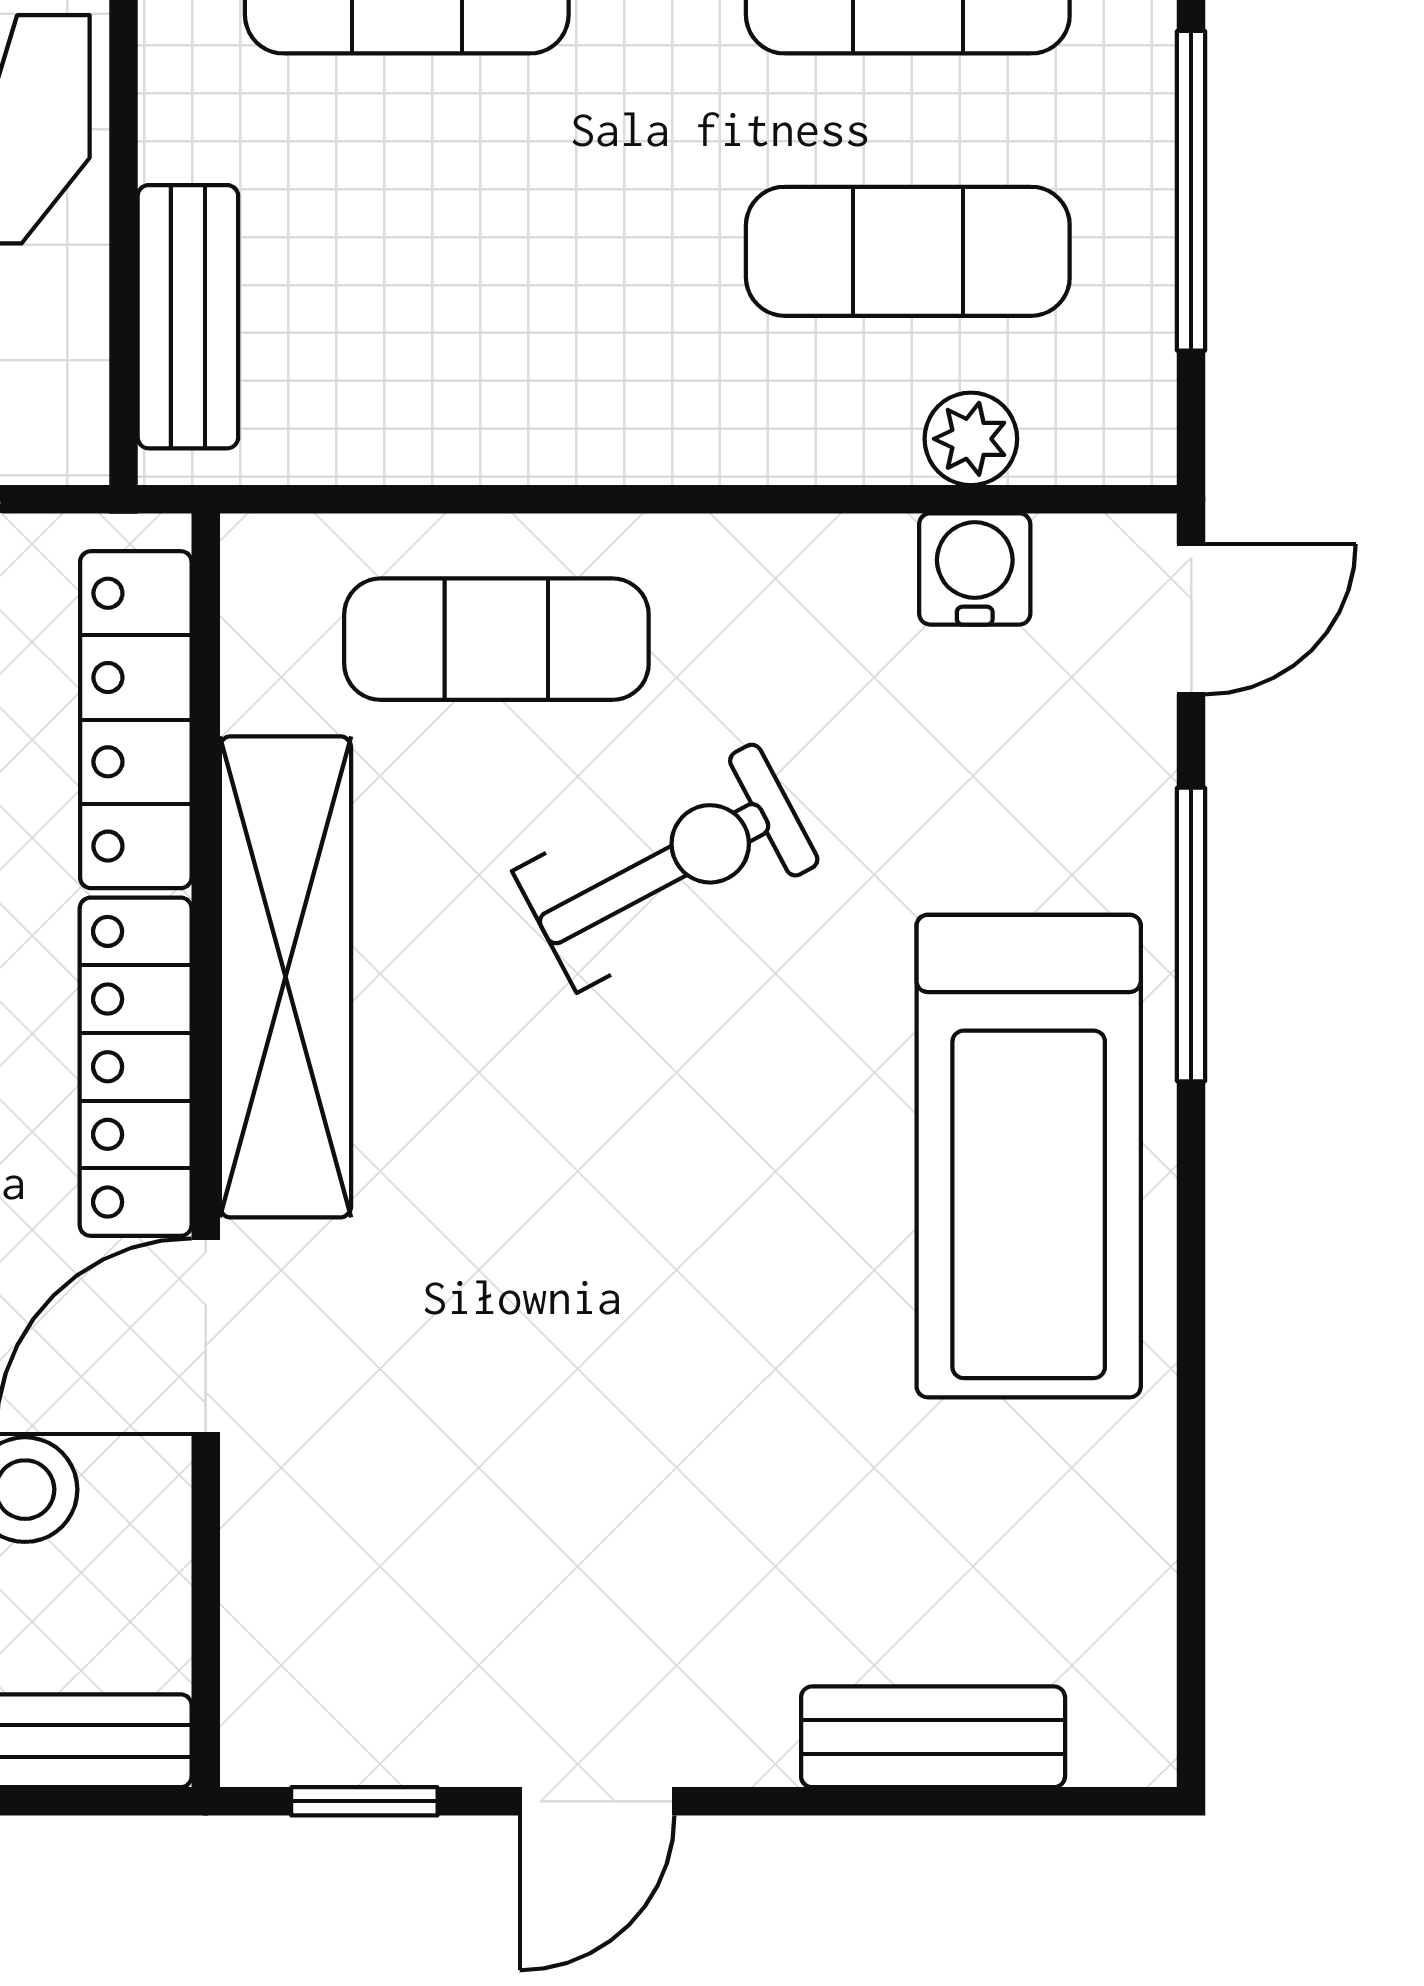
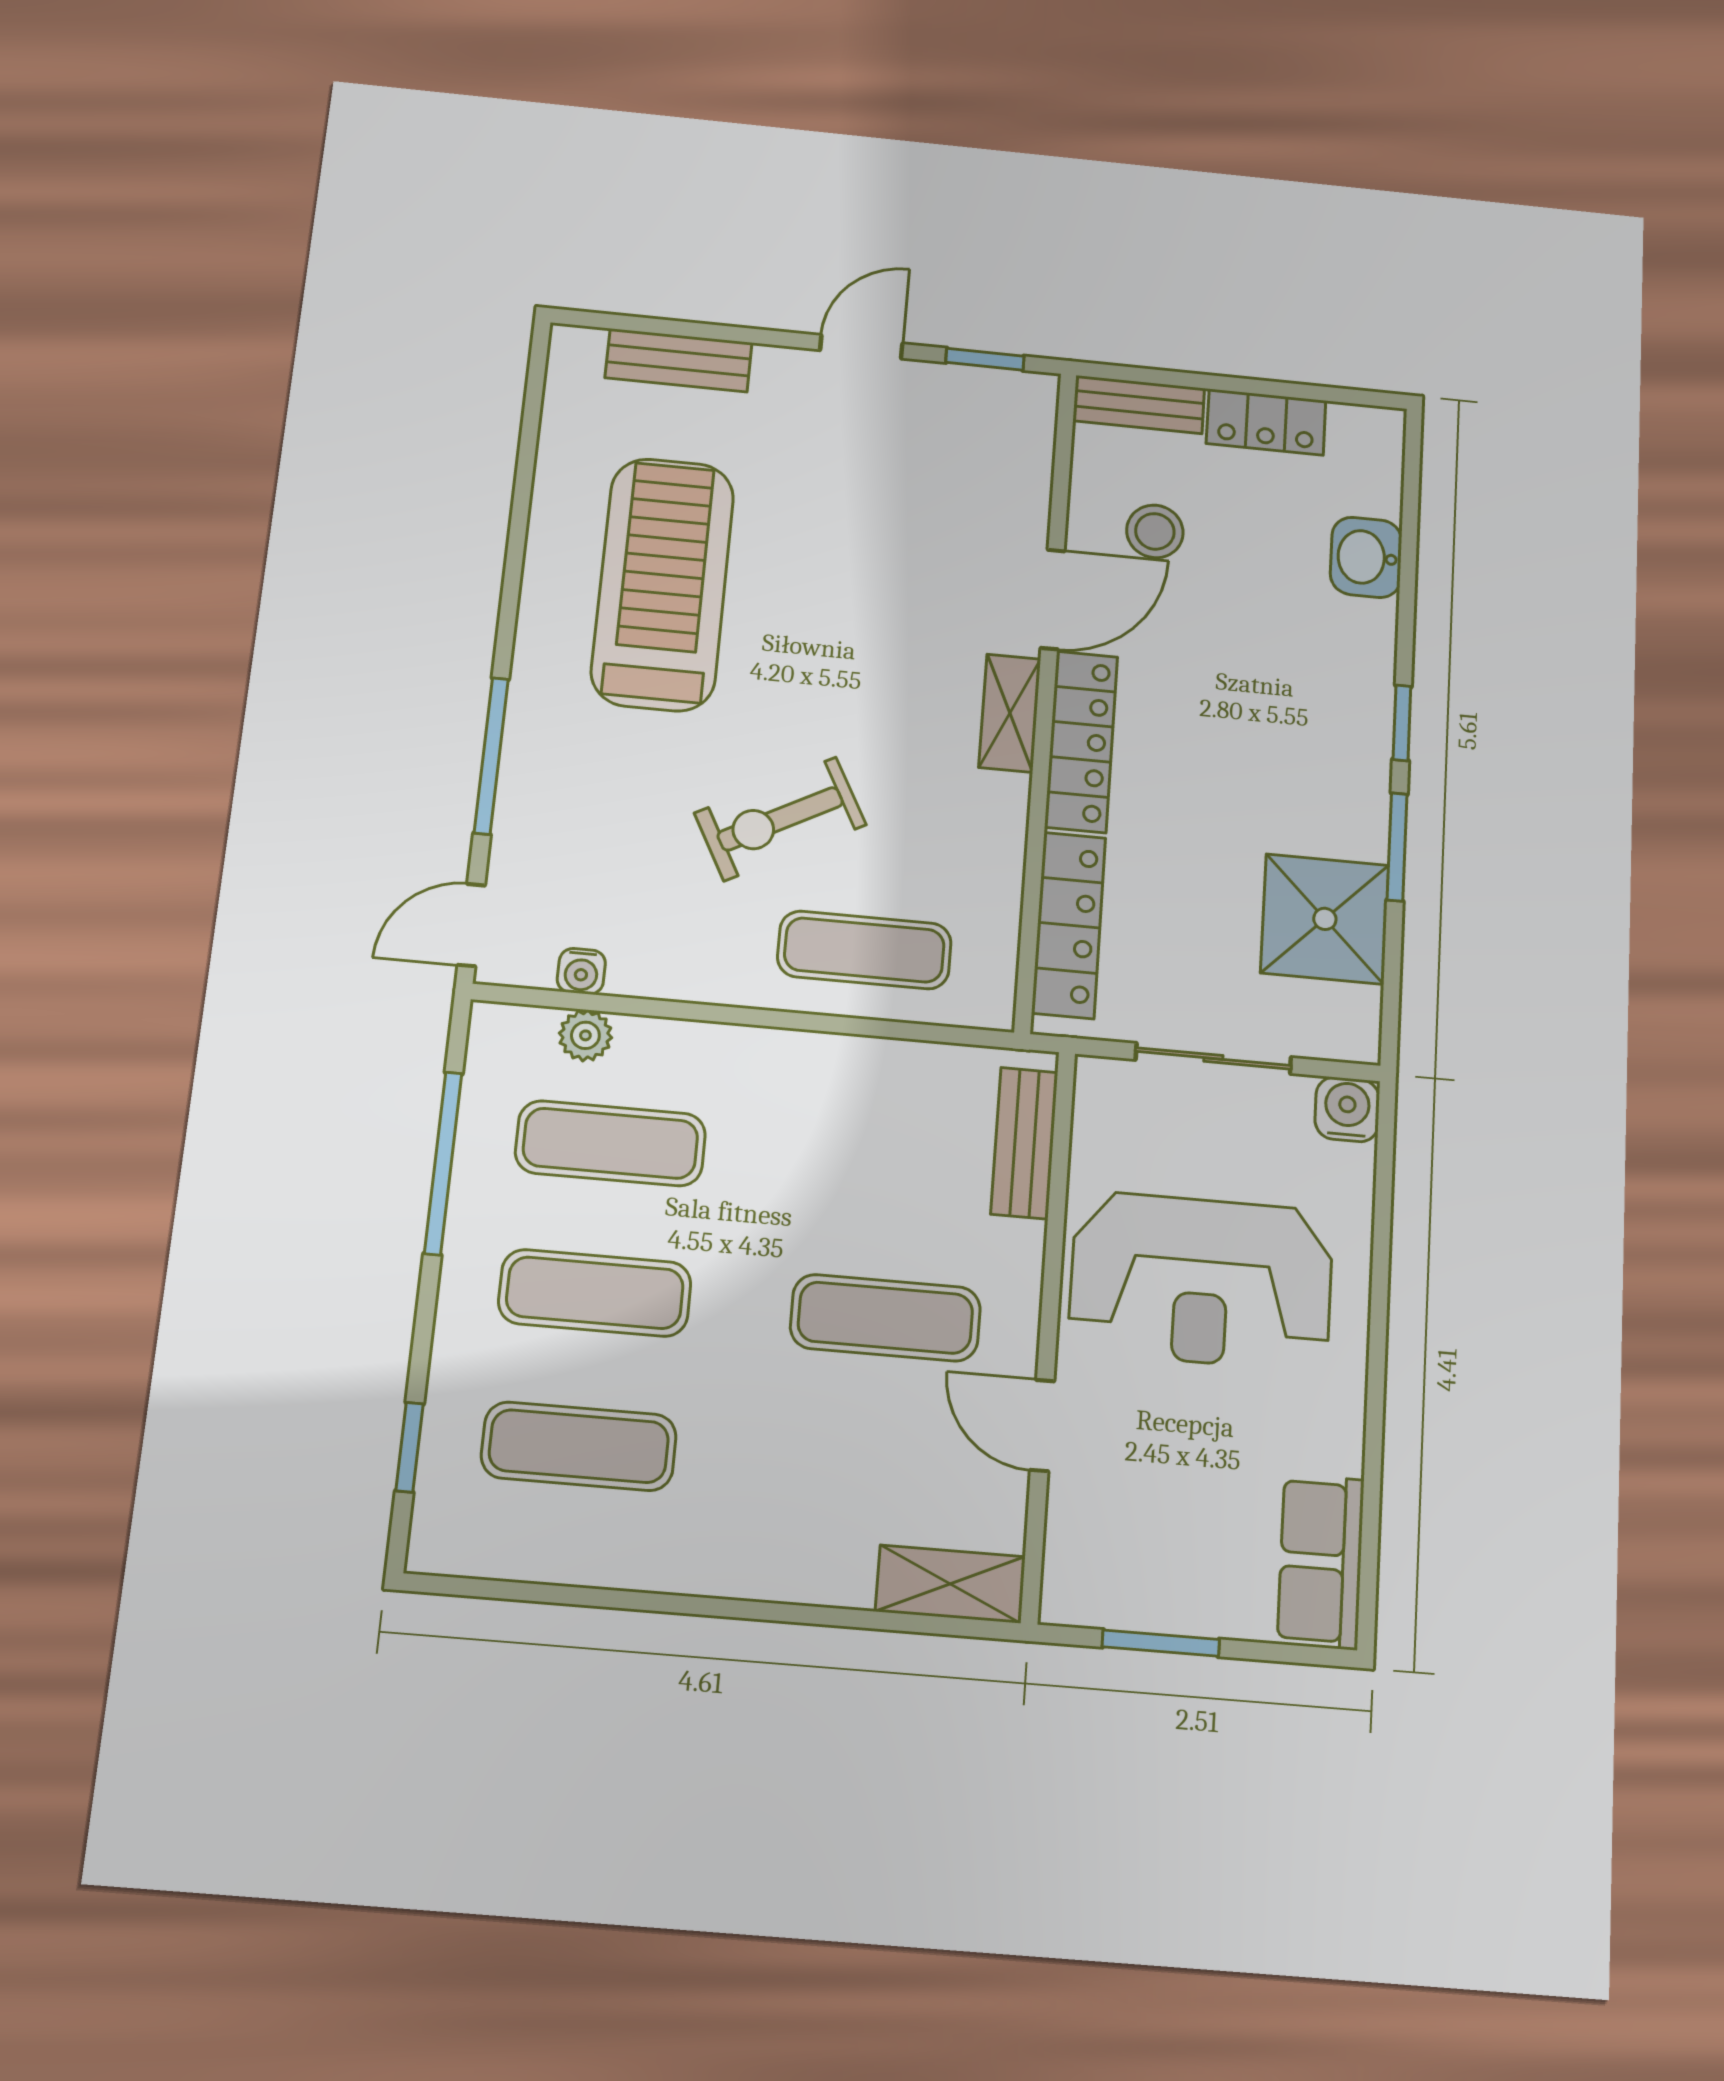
water cooler: (975, 569) -> (581, 971), width x0.72, depth x0.72
shelving: (285, 977) -> (1010, 713), width x0.45, depth x0.75
treadmill: (1029, 1156) -> (663, 584), moved

